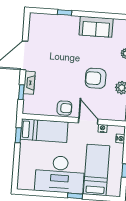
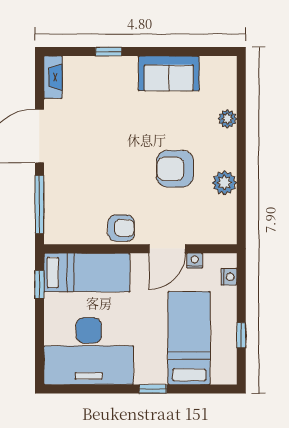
fireplace: (29, 83) -> (53, 77), moved
window: (21, 92) -> (39, 204), width x2.17
door: (88, 121) -> (167, 249), swing flipped
desk: (60, 174) -> (89, 351), moved

